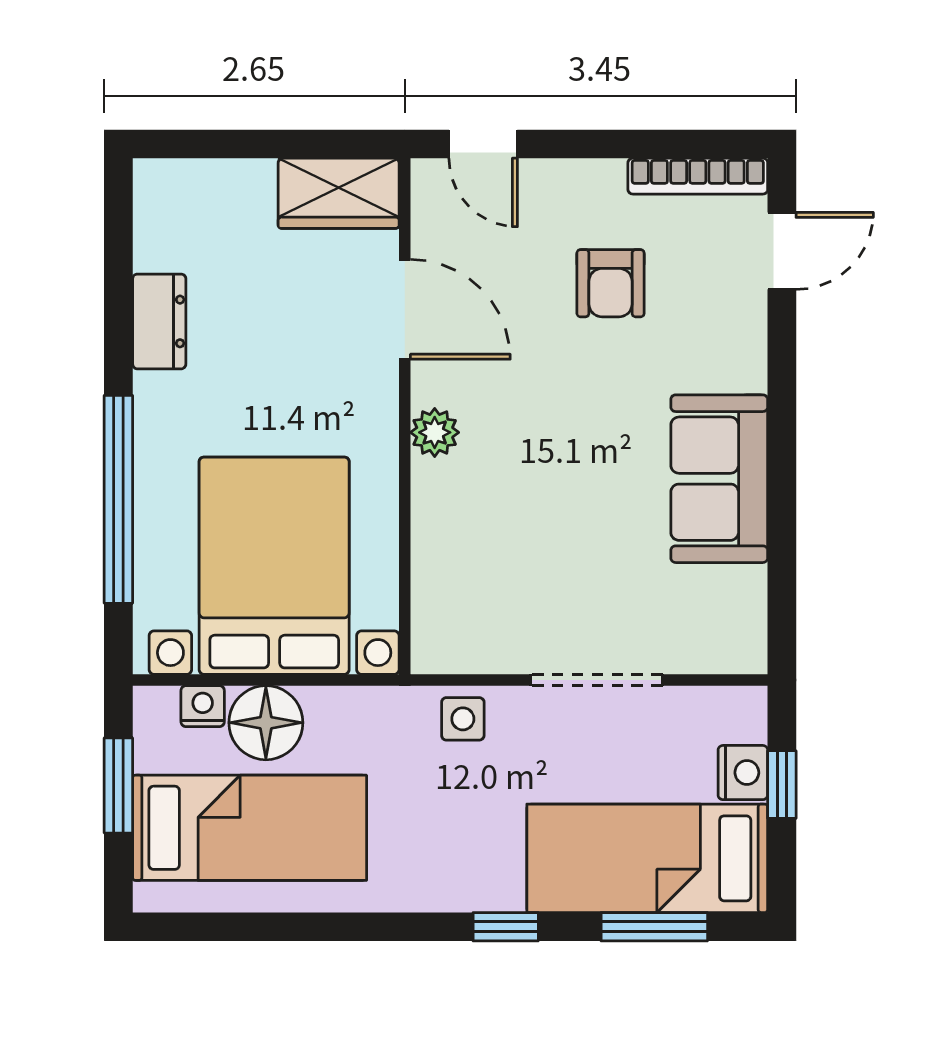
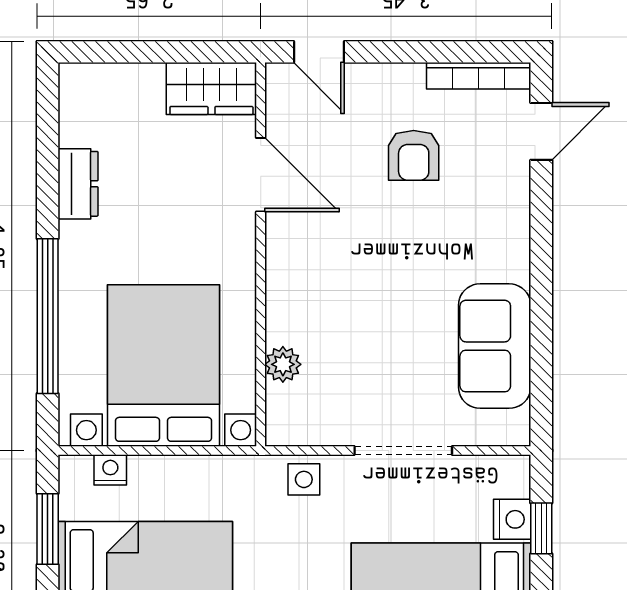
plant: (435, 432) -> (283, 364), moved
sofa: (719, 479) -> (495, 346), moved
floor lamp: (266, 723) -> (157, 482), removed

